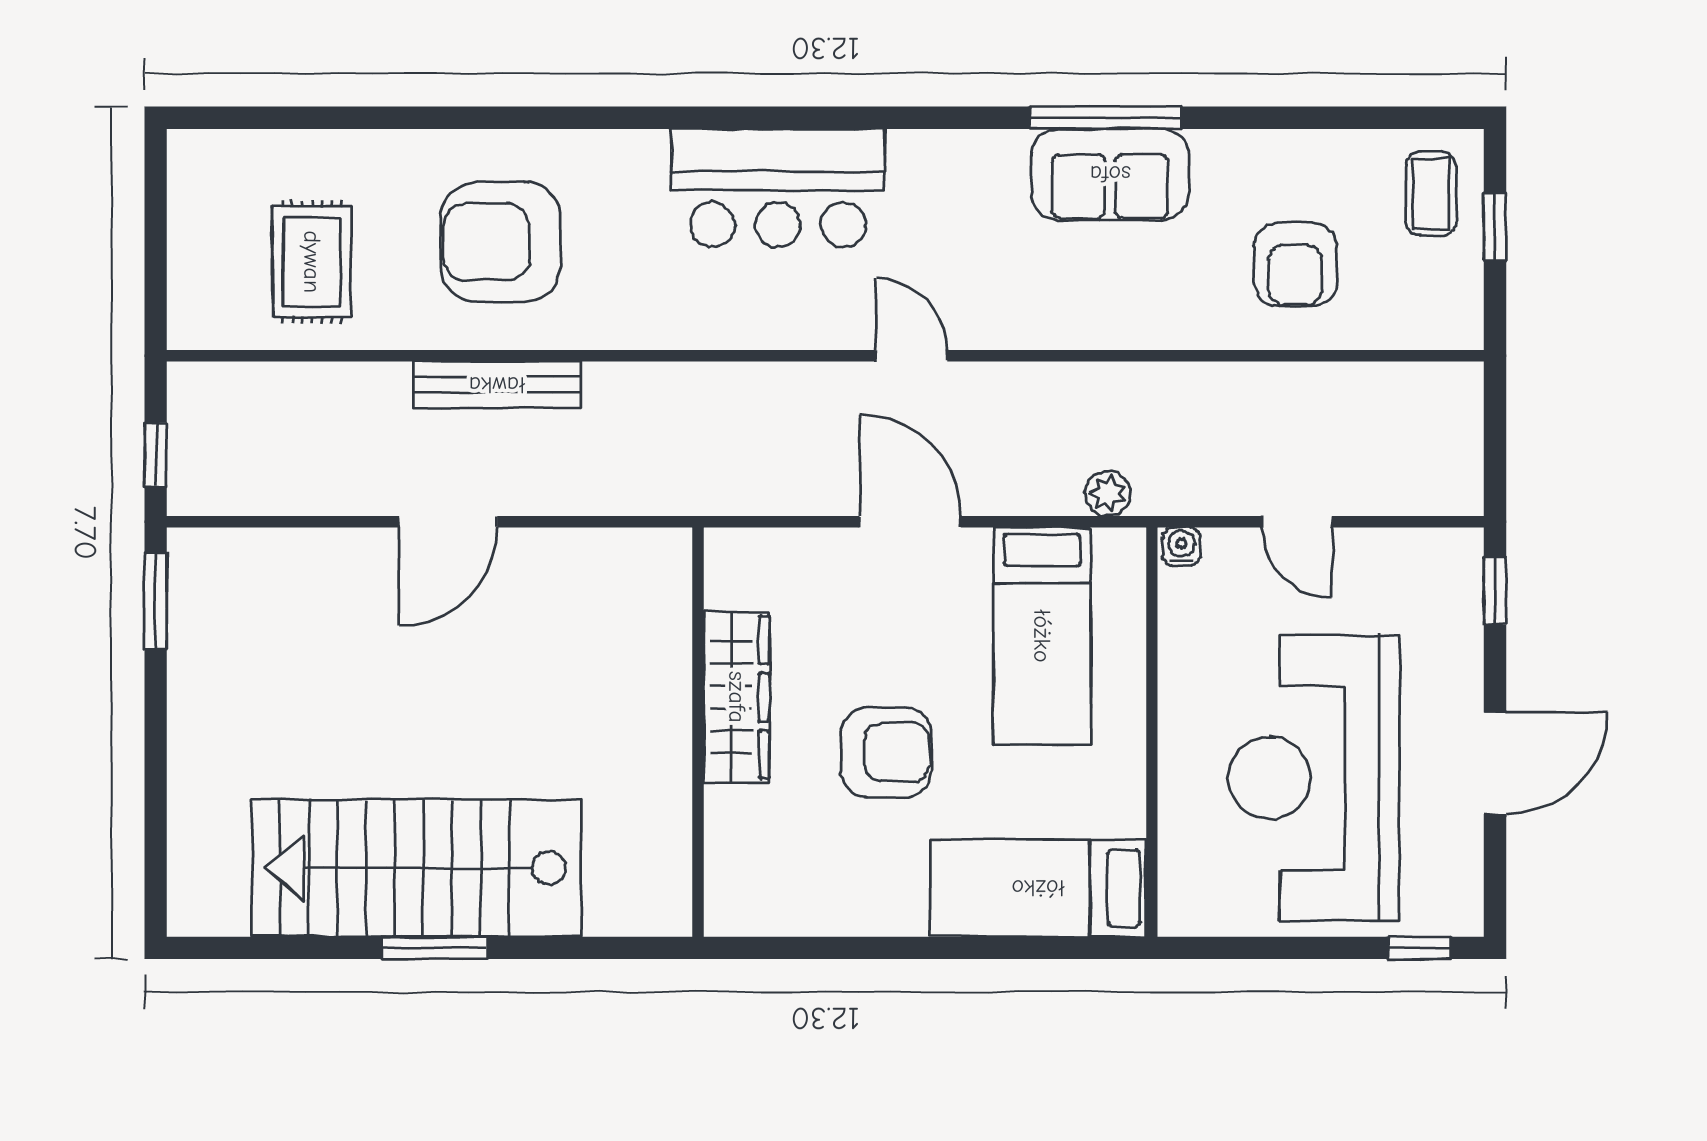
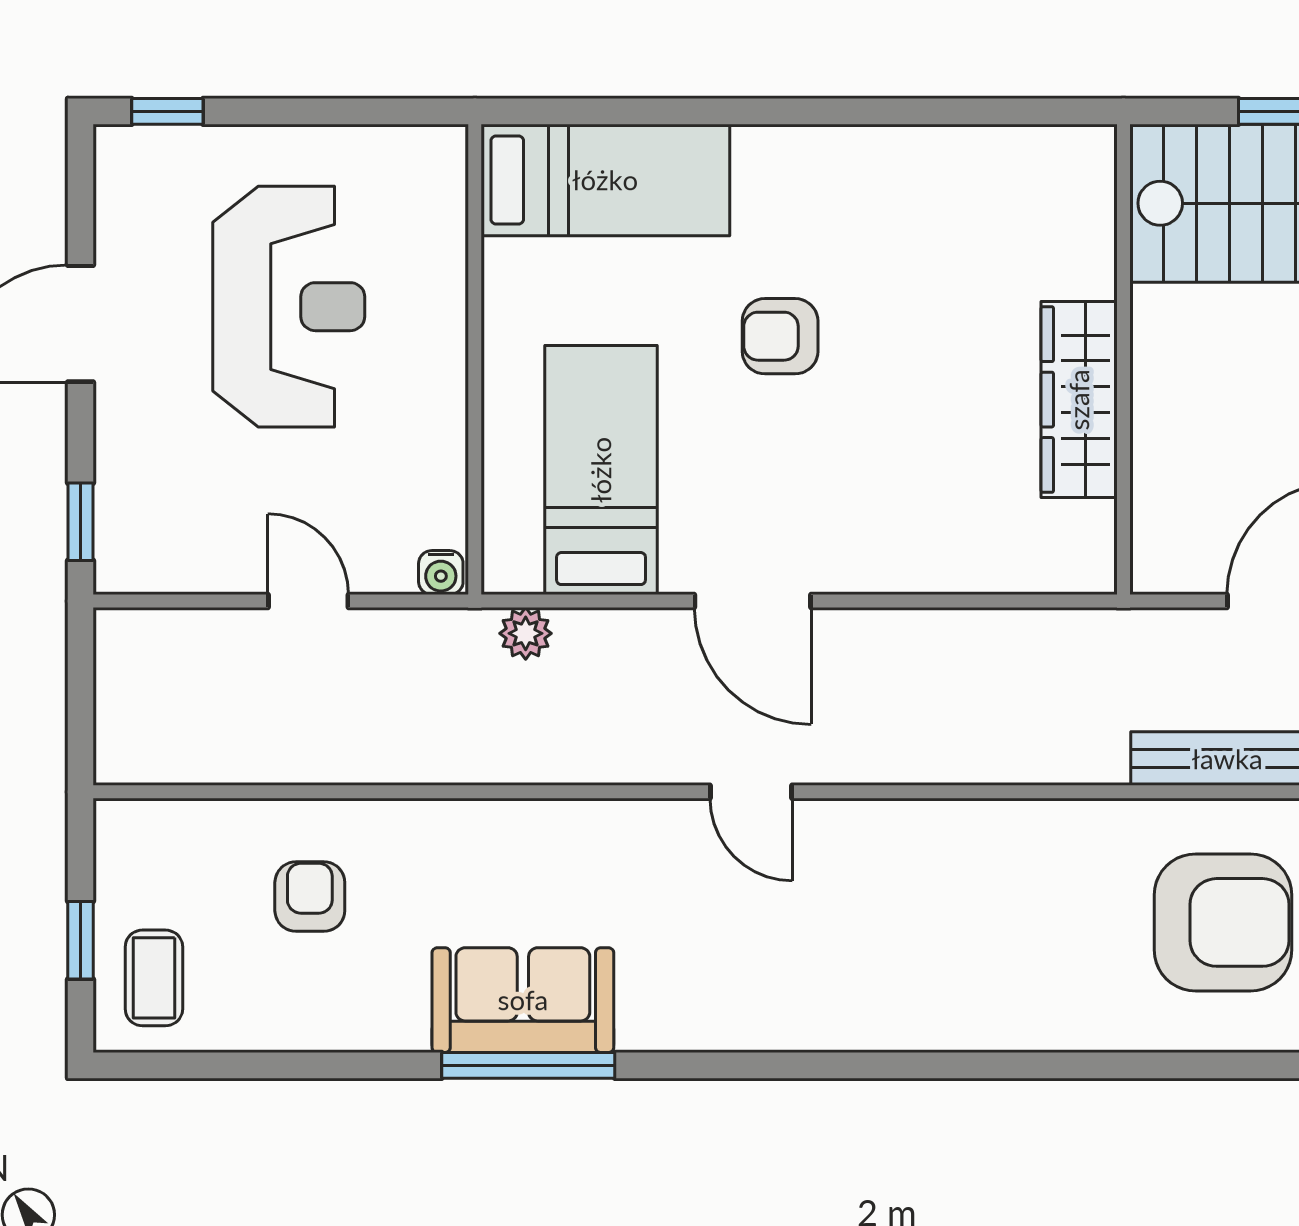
bar counter: (778, 188) -> (904, 985), removed
armchair: (1295, 265) -> (310, 897), width x0.72, depth x0.72
wardrobe: (737, 697) -> (1079, 400), moved
wall: (698, 732) -> (1123, 359), moved
armchair: (886, 752) -> (780, 336), width x0.72, depth x0.72
reception desk: (1314, 778) -> (289, 307), width x0.74, depth x0.77

